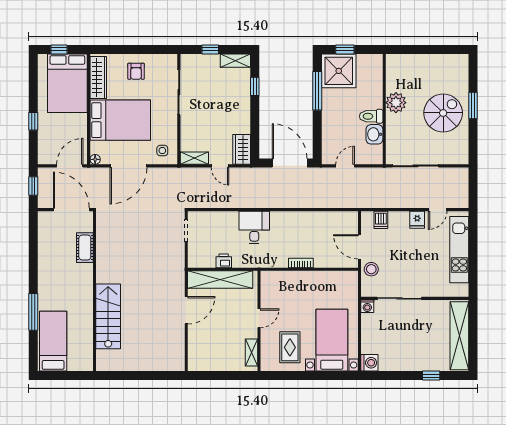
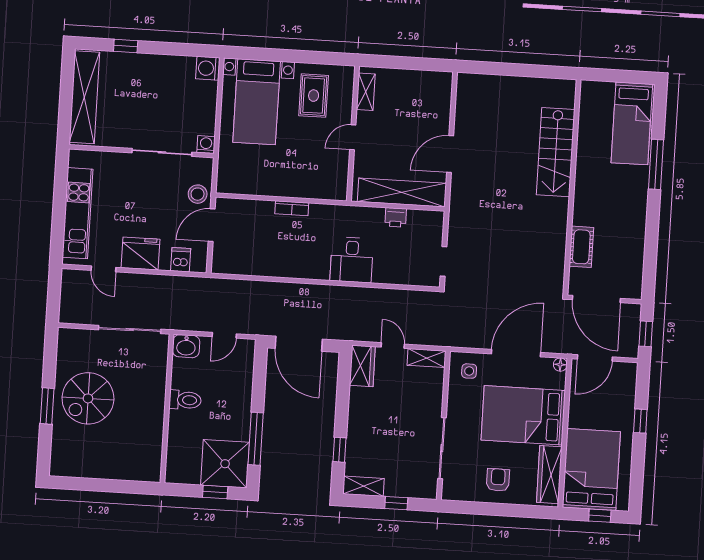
plant: (396, 103) -> (151, 416), removed
washbasin: (374, 134) -> (186, 346), moved, turned 90
door: (438, 210) -> (103, 269), swing flipped
fridge: (417, 220) -> (141, 253), width x1.88, depth x1.34
door: (359, 247) -> (212, 225), swing flipped

